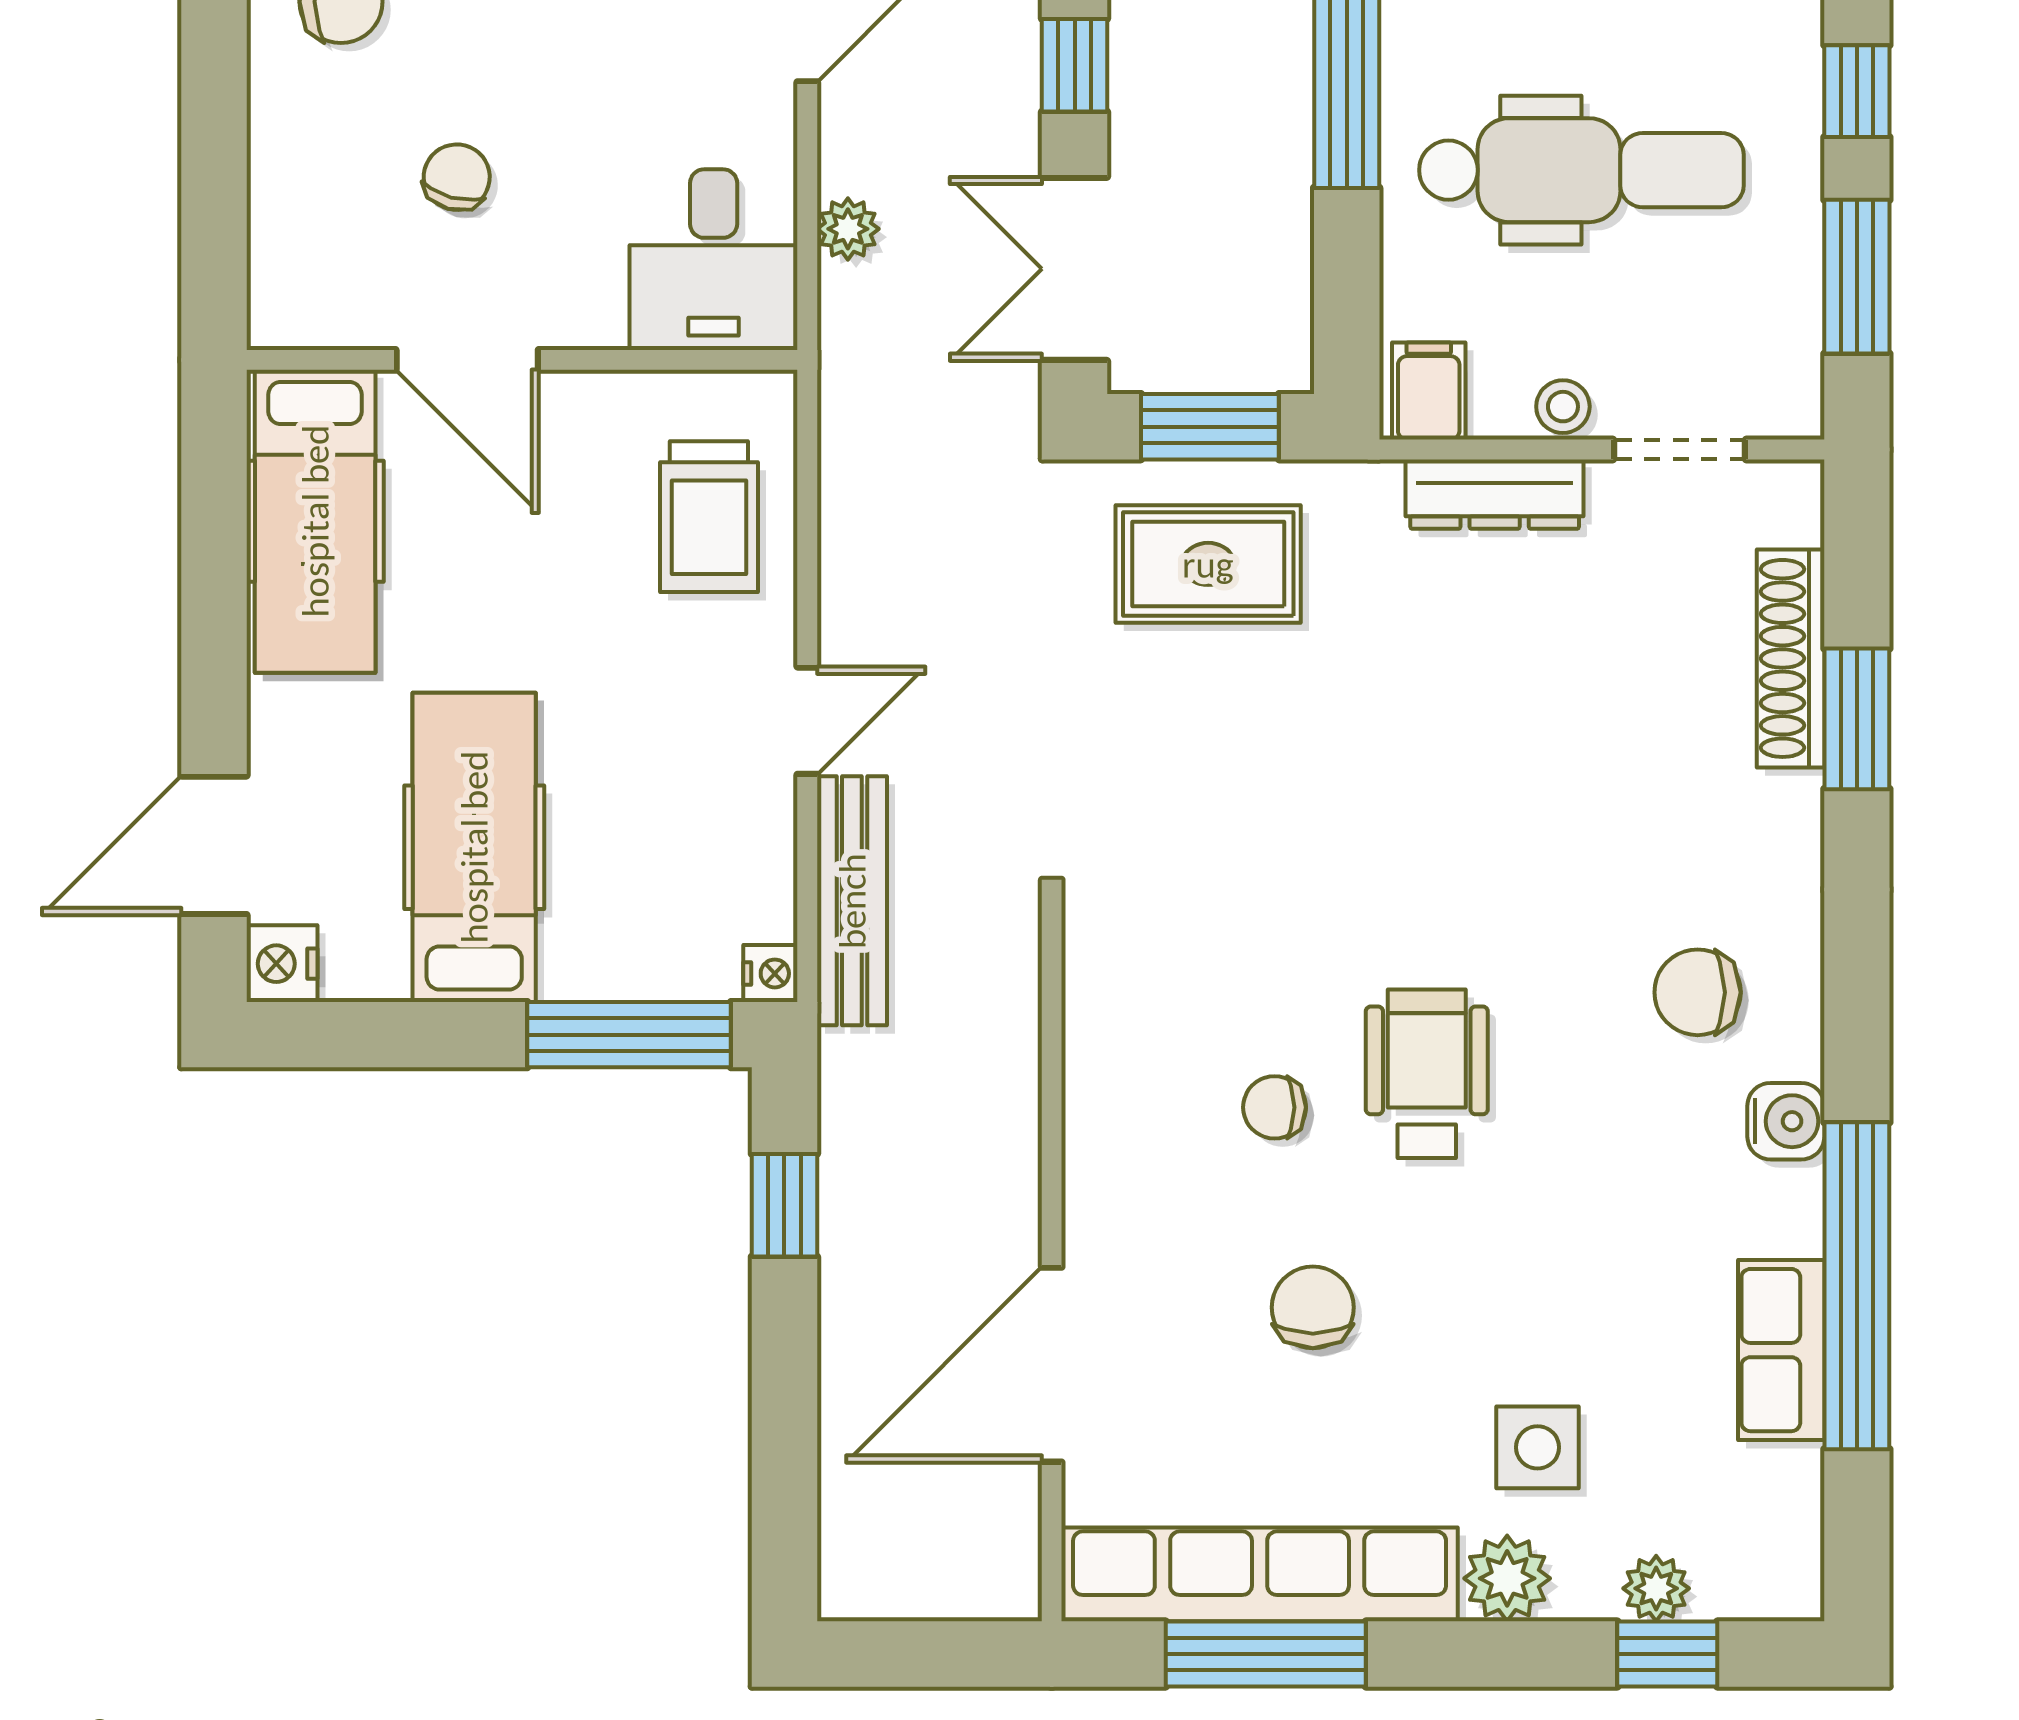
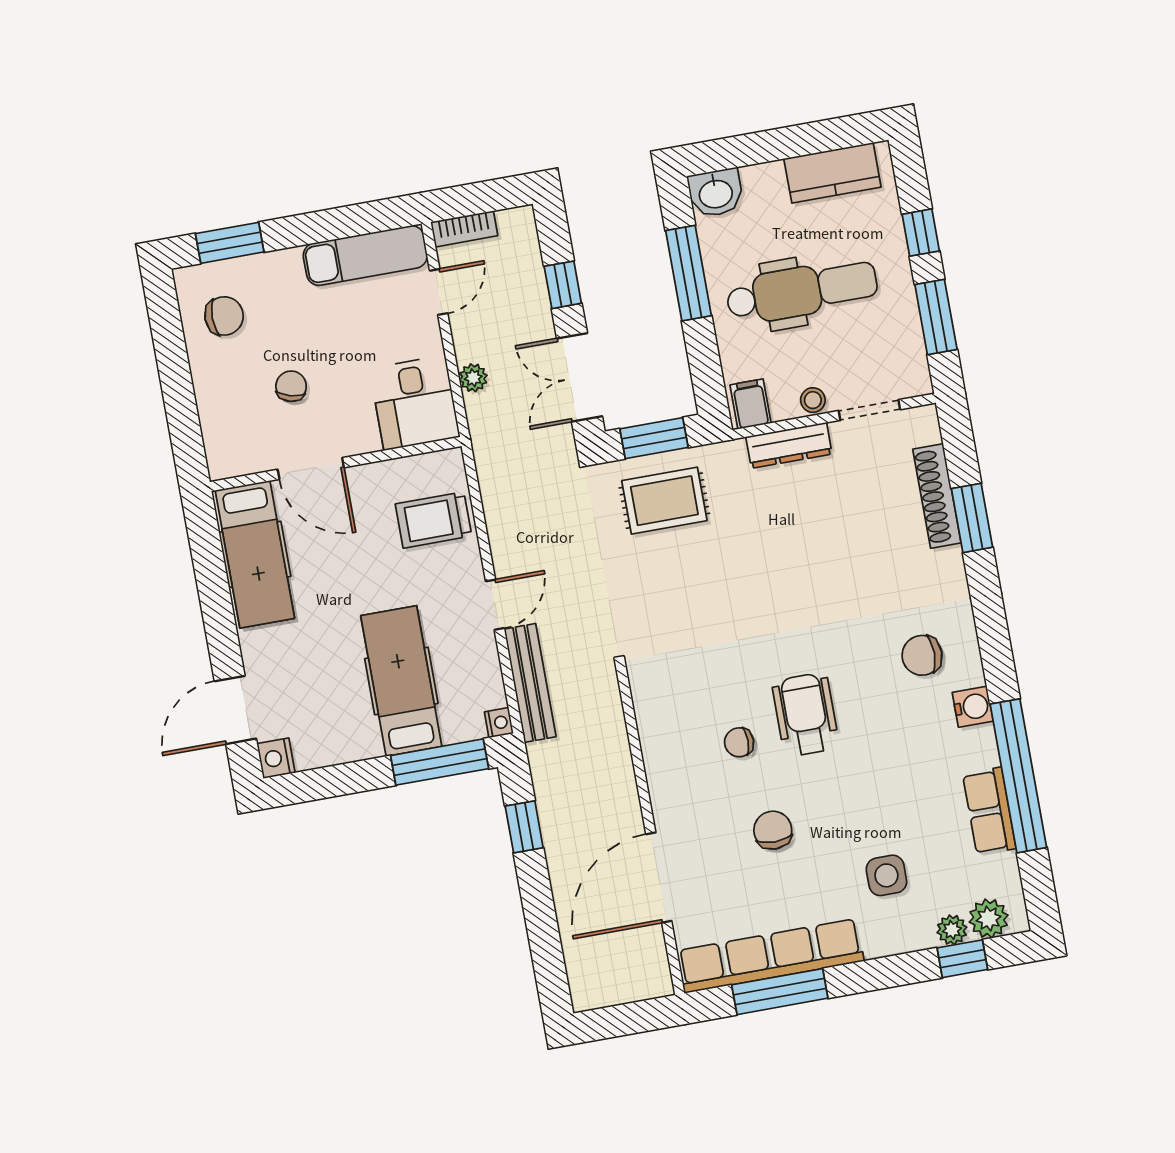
trolley: (709, 517) -> (434, 520), turned 90
hospital bed: (474, 847) -> (401, 681), moved
plant: (1507, 1578) -> (989, 919), moved

